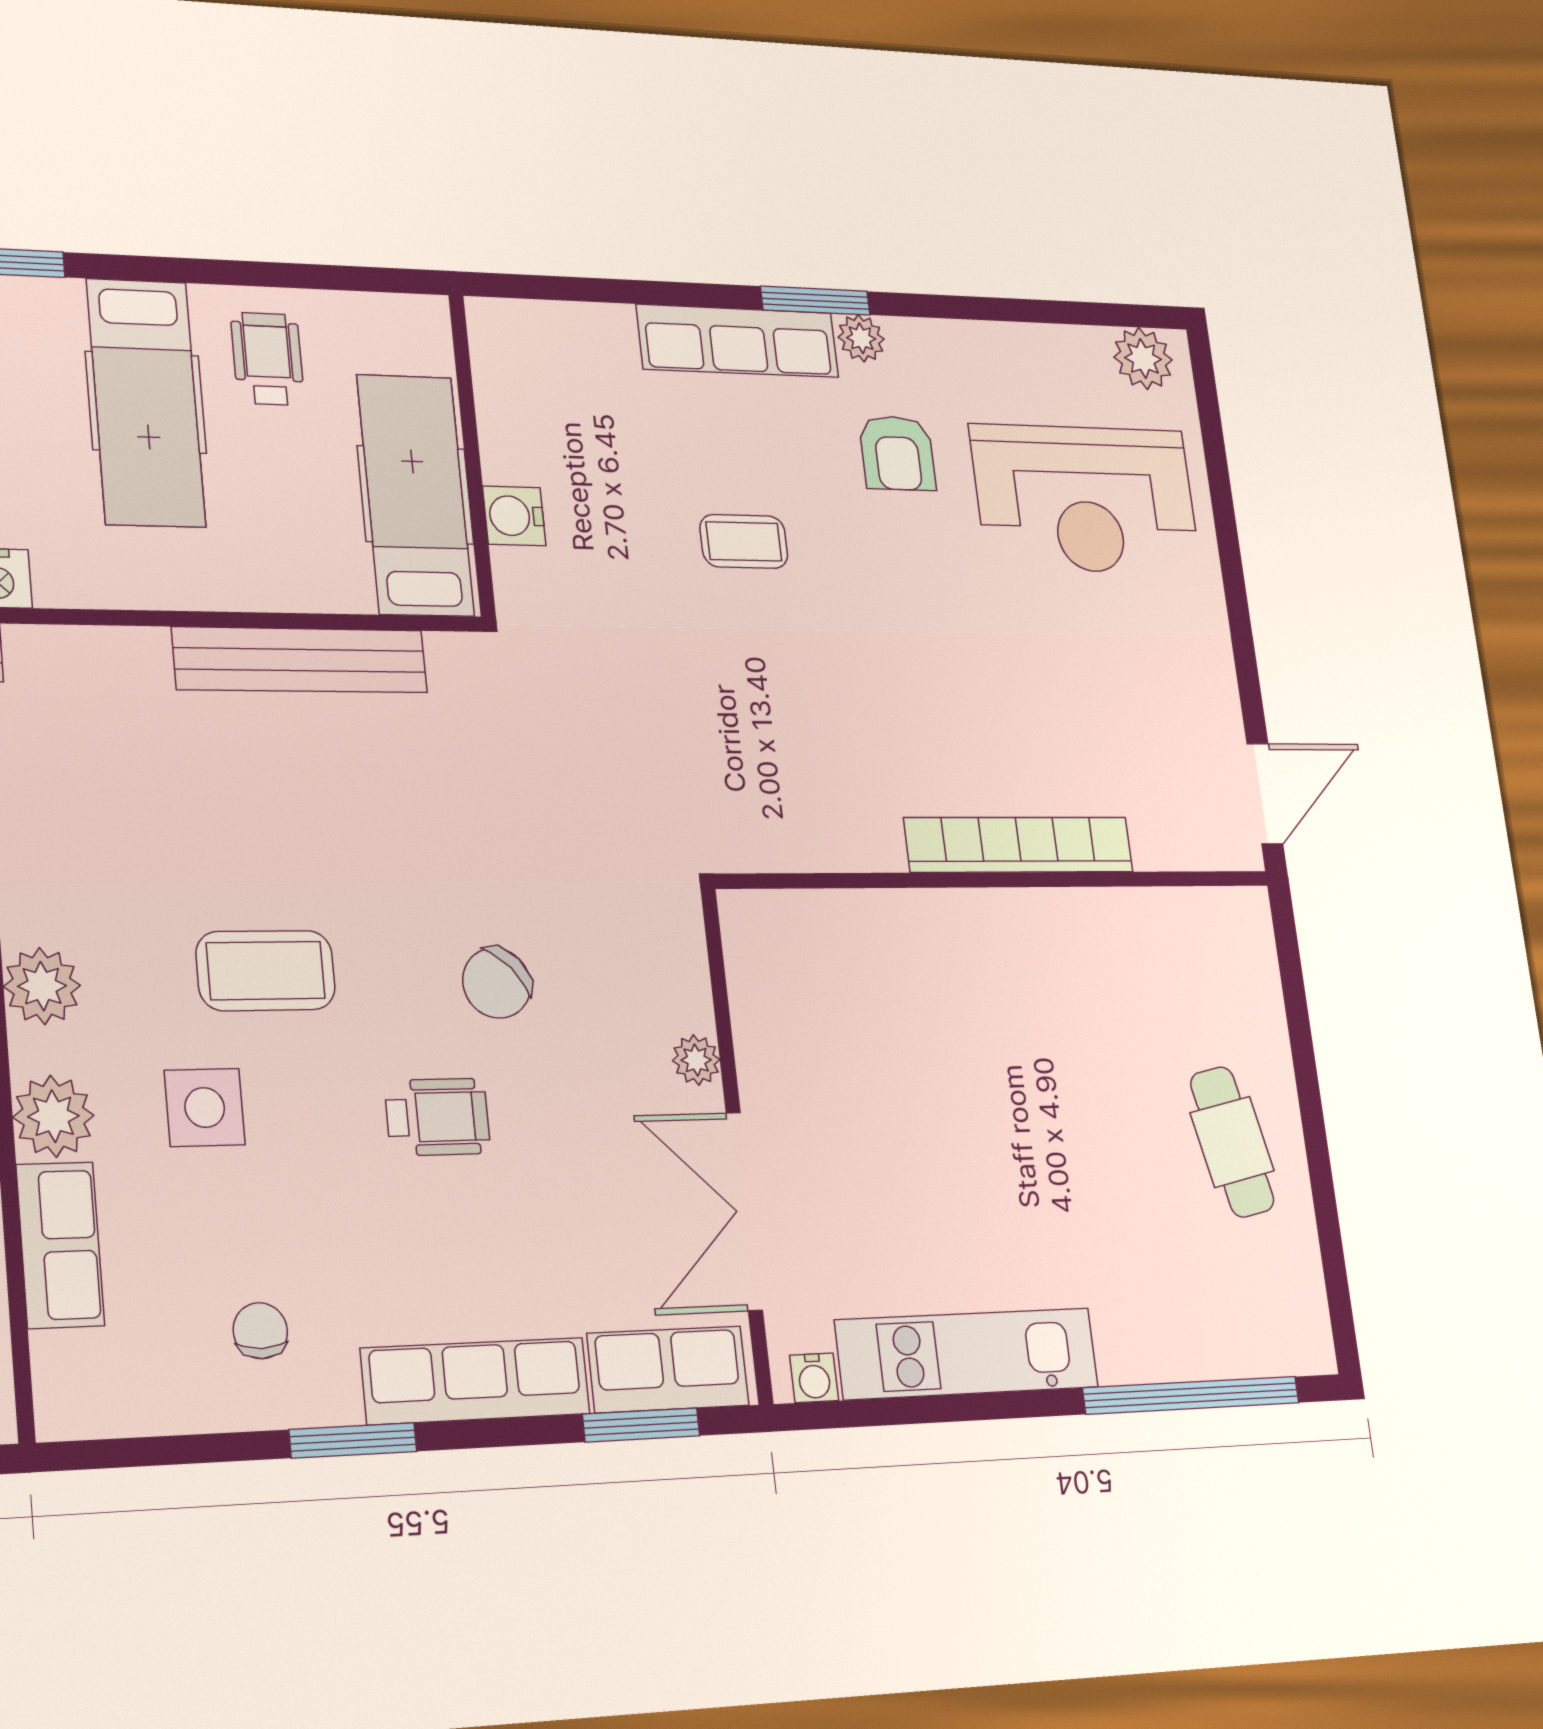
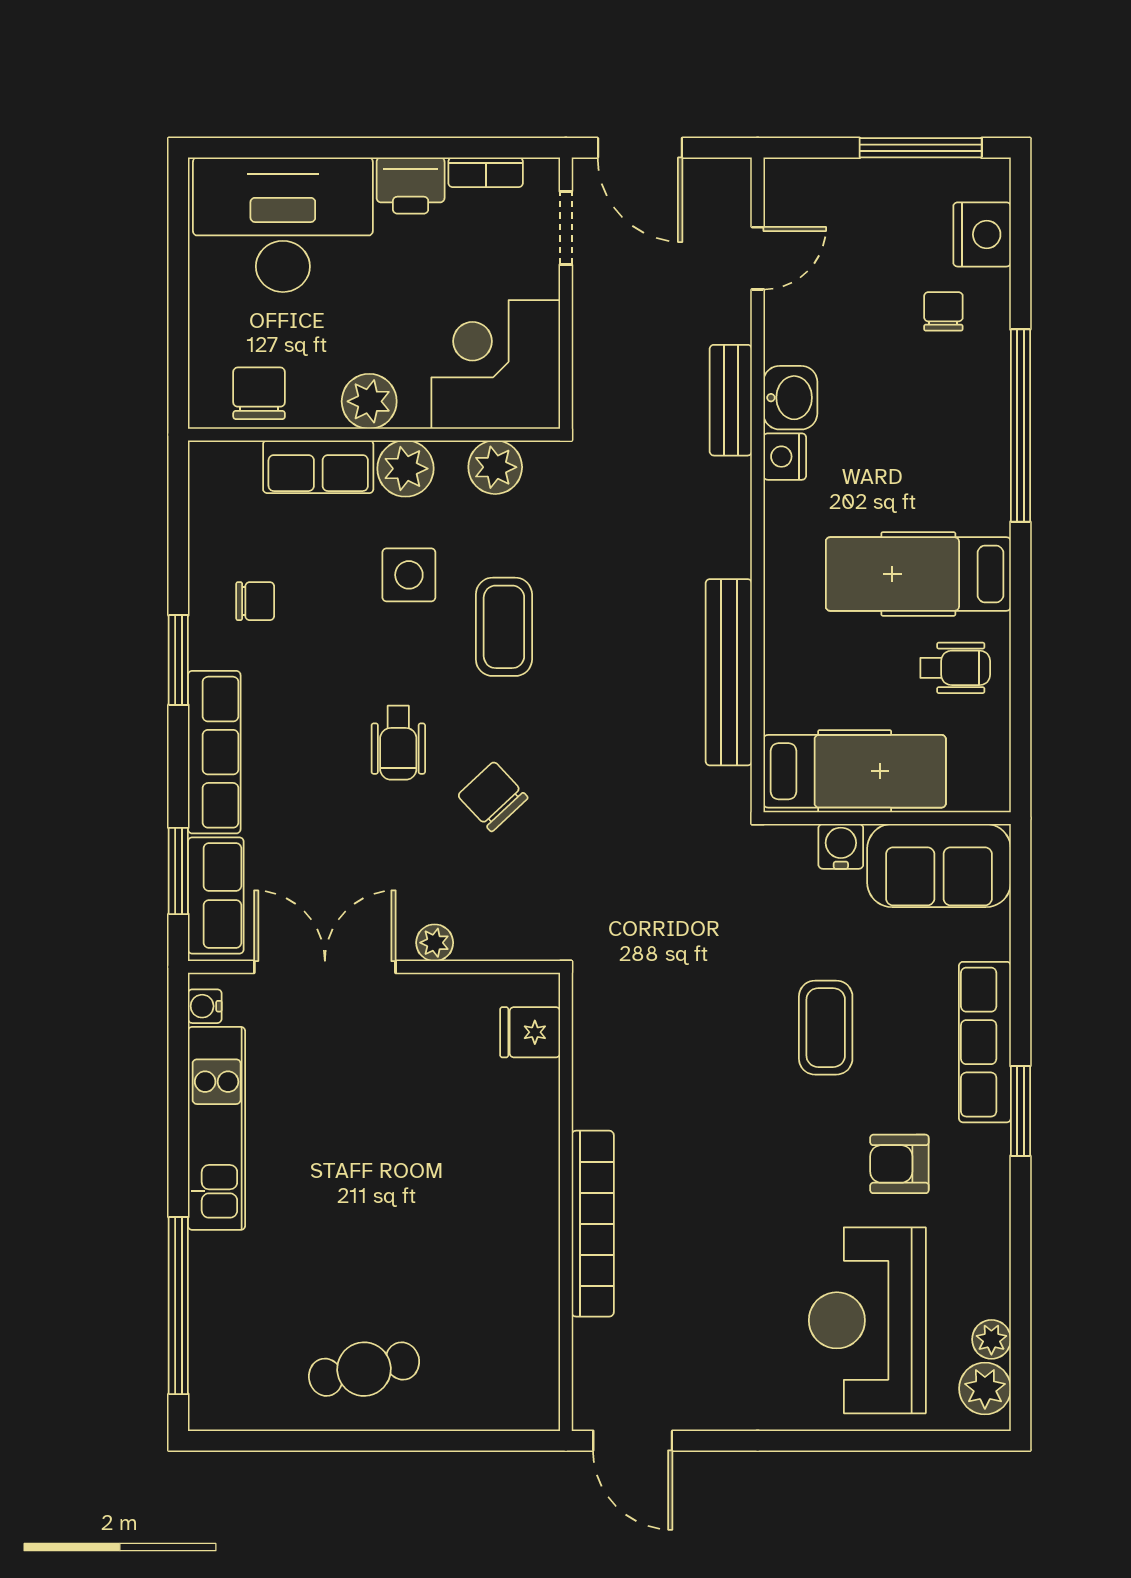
plant: (861, 338) -> (991, 1339), moved
sofa: (525, 390) -> (939, 866), added
coffee table: (744, 541) -> (826, 1028), width x1.36, depth x1.30
fridge: (795, 929) -> (530, 1032), added

